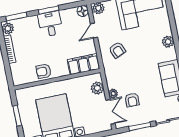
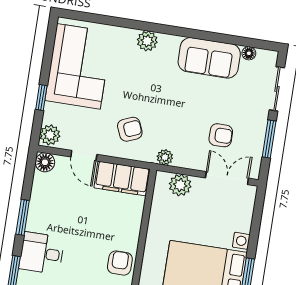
desk: (50, 24) -> (42, 253), moved
filing cabinet: (84, 64) -> (122, 178), moved, turned -90
armchair: (44, 71) -> (120, 263), turned 180
plant: (113, 93) -> (165, 157), moved

